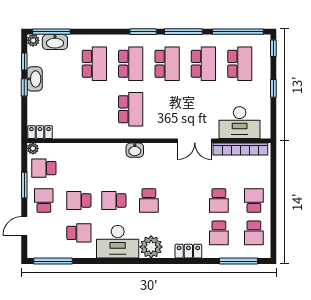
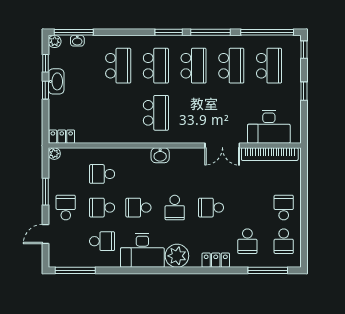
washbasin: (55, 42) -> (77, 41), width x0.52, depth x0.69
school desk: (44, 168) -> (102, 174), moved
school desk: (219, 200) -> (211, 208), moved, turned 90

